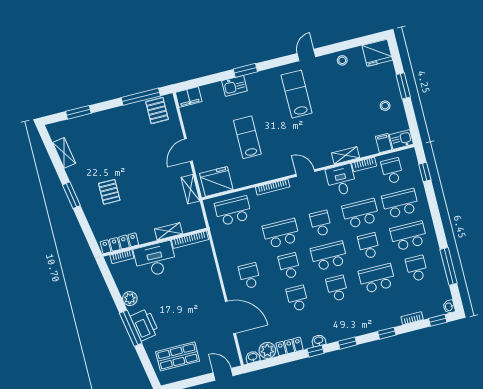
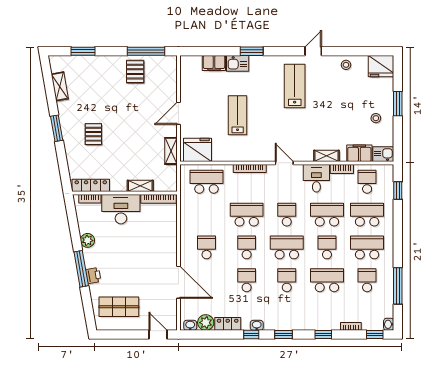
filing cabinet: (189, 97) -> (214, 63), moved
pallet: (157, 111) -> (135, 72), moved
filing cabinet: (384, 143) -> (359, 153), width x2.00
printer: (145, 325) -> (93, 276), width x0.53, depth x0.68

